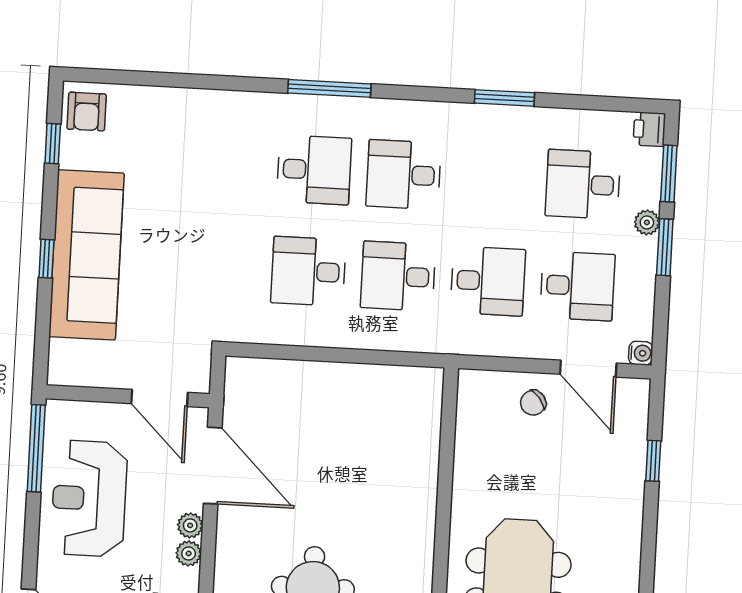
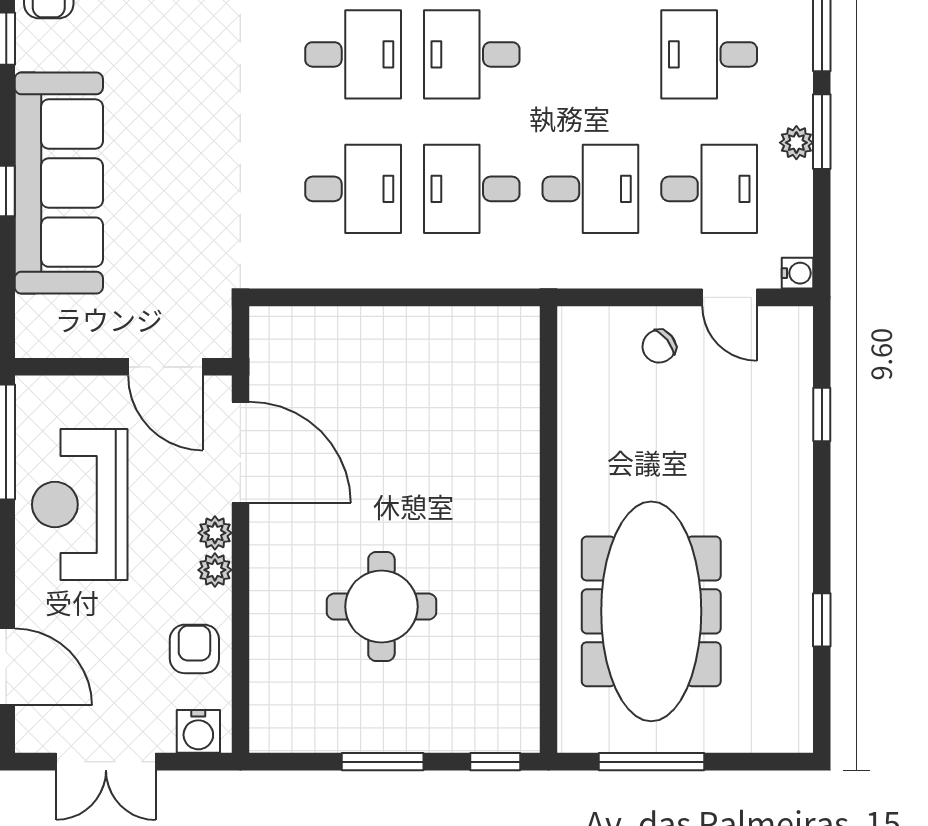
plant: (647, 222) -> (796, 143), moved
desk: (308, 271) -> (353, 189), turned 180
door: (588, 369) -> (729, 297), width x0.73

